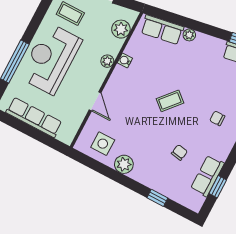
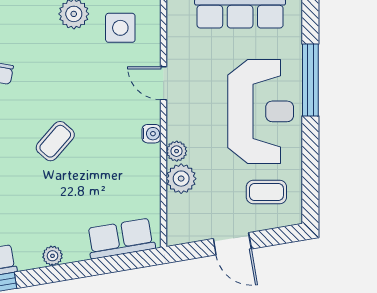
plant: (121, 29) -> (181, 179), moved
plant: (189, 35) -> (52, 256), moved
water cooler: (125, 61) -> (151, 134), moved

